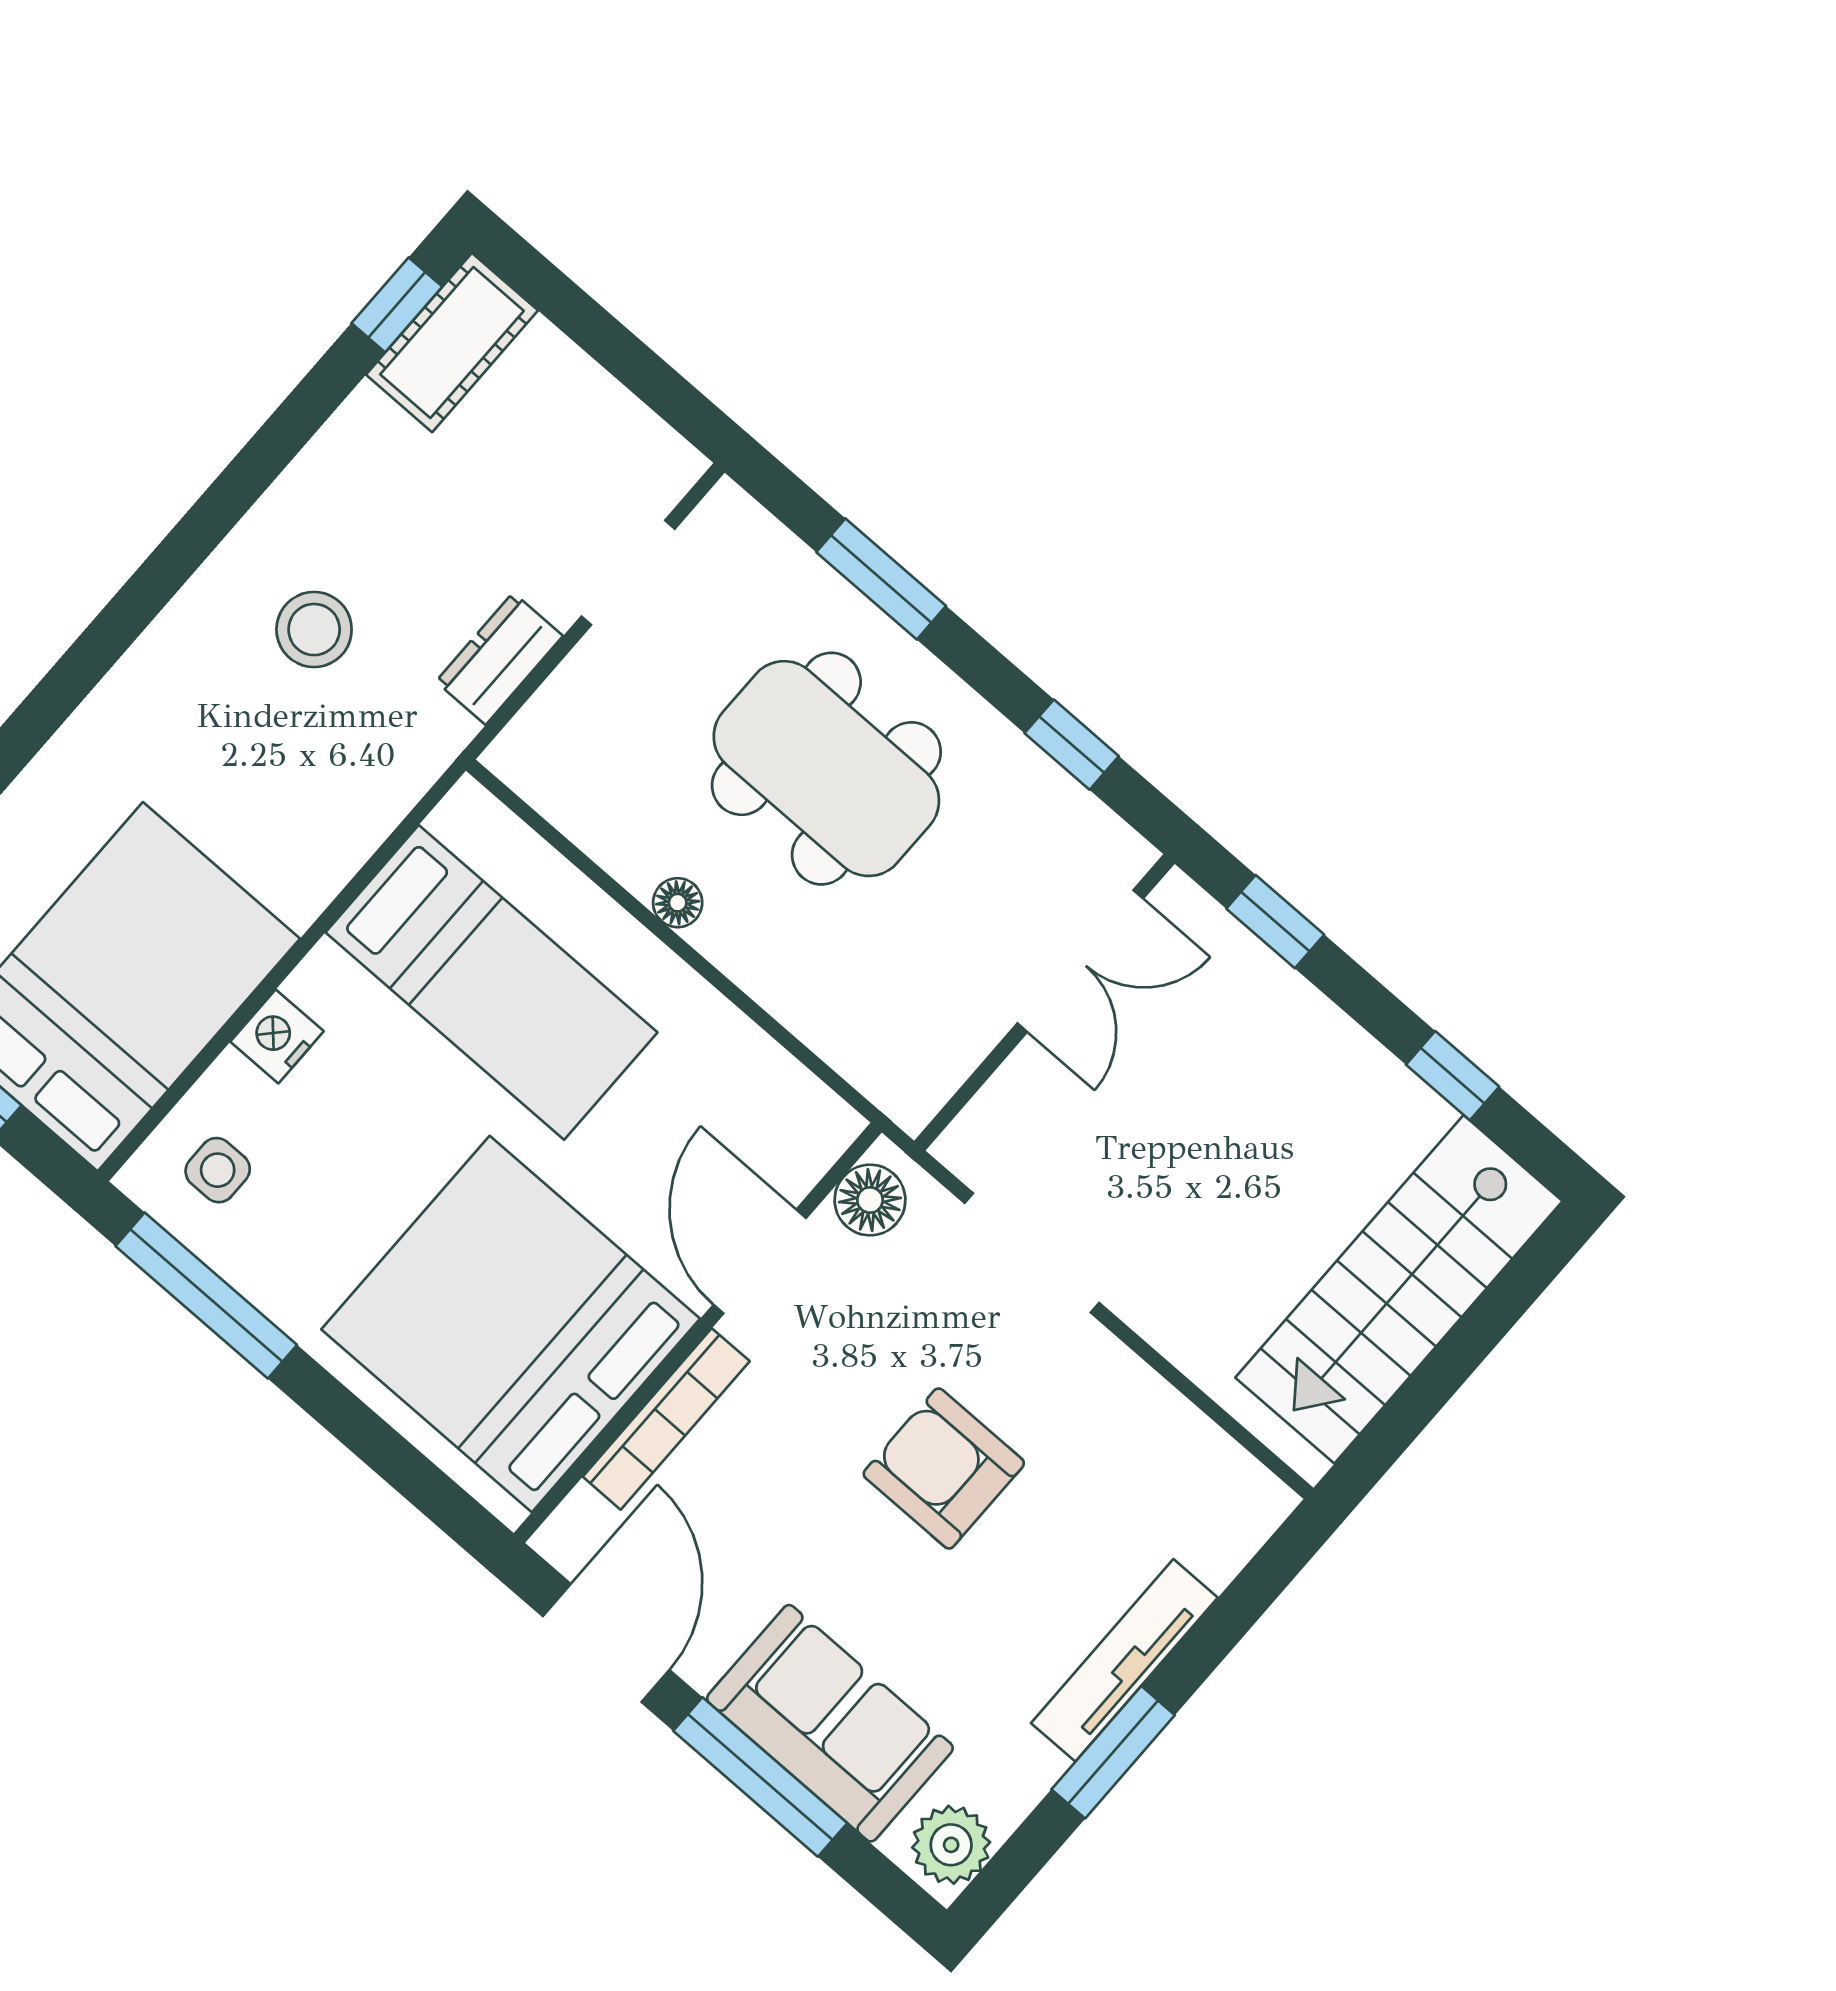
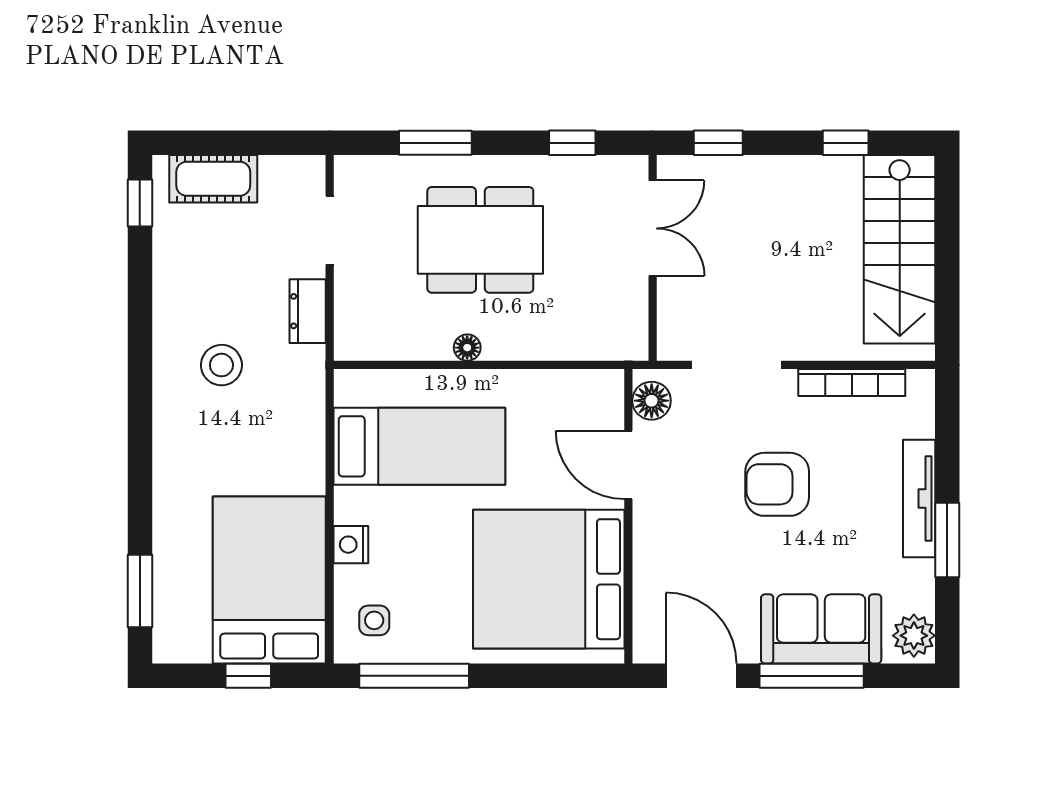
cot: (452, 343) -> (213, 179), moved, turned 90
bookcase: (666, 1419) -> (852, 383), moved, turned 90

